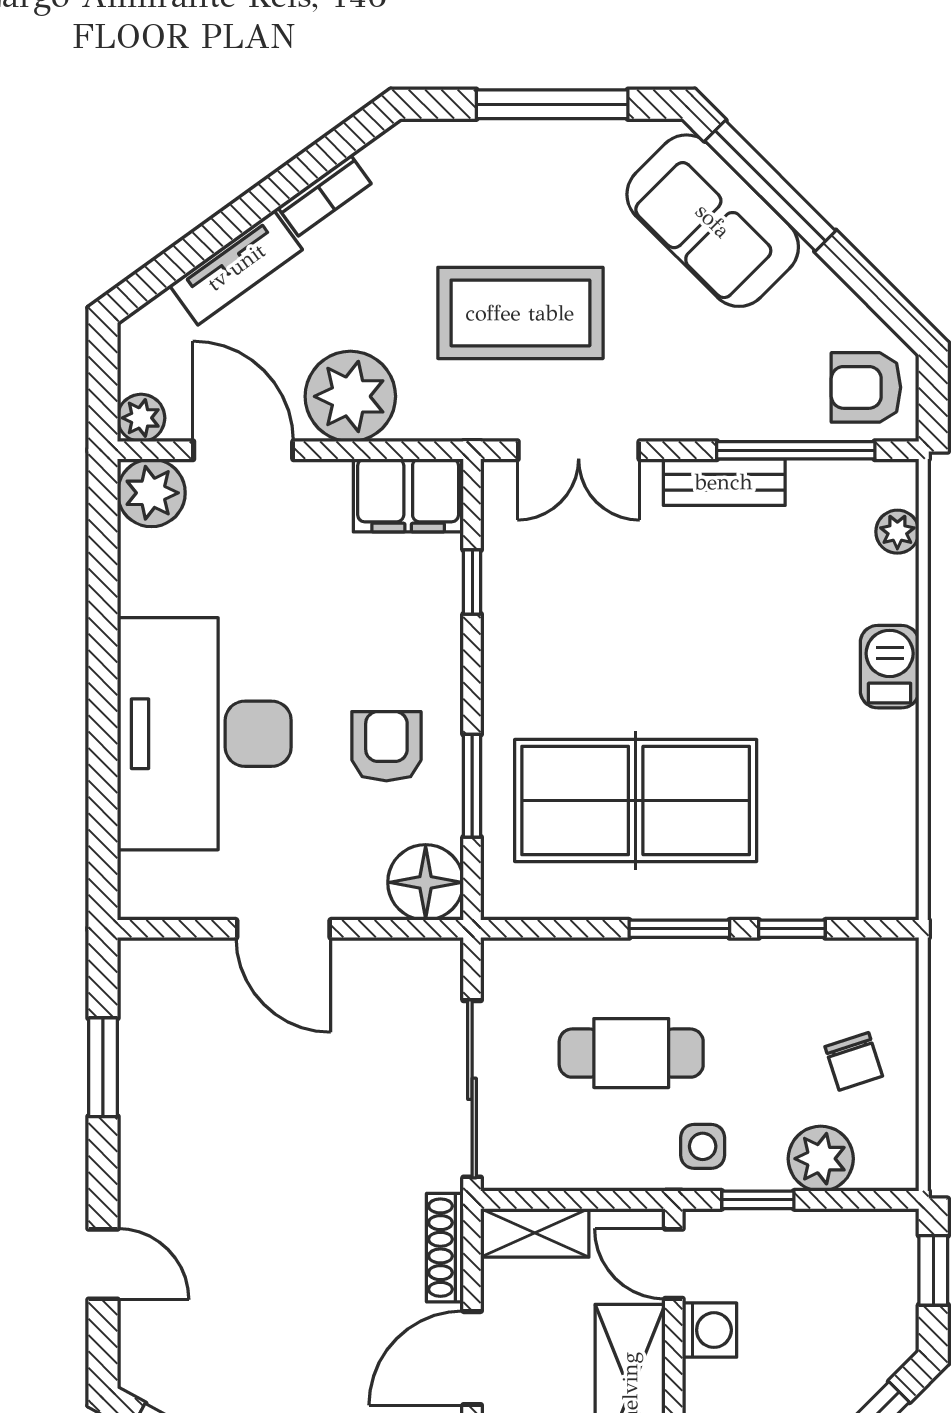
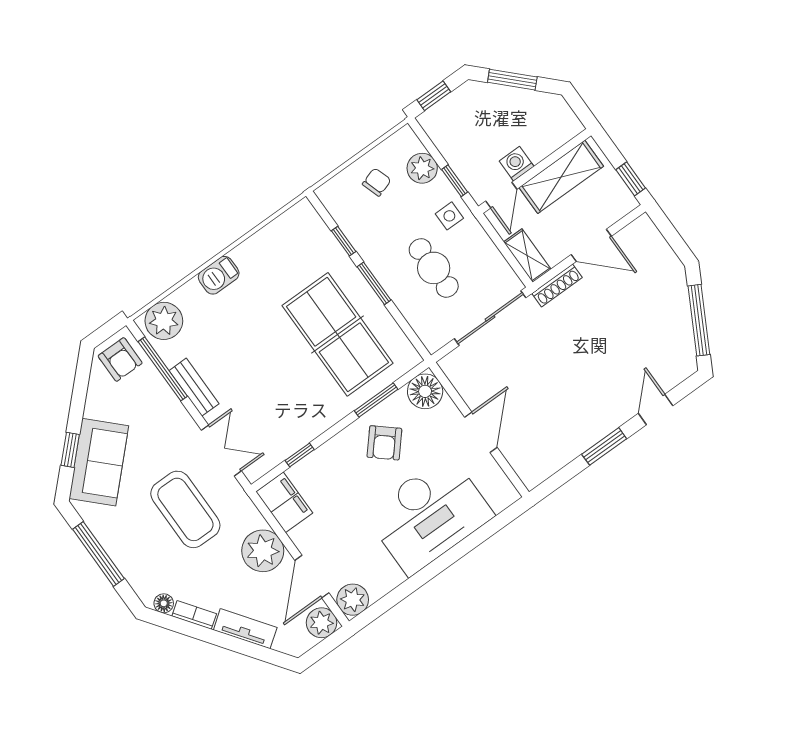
floor lamp: (383, 157) -> (164, 603), added
window: (770, 186) -> (70, 450), width x0.46
plant: (141, 418) -> (322, 623), width x1.38, depth x1.38
plant: (897, 532) -> (164, 321), width x1.88, depth x1.88
armchair: (386, 746) -> (384, 443), turned -49
window: (103, 1067) -> (604, 446), moved

